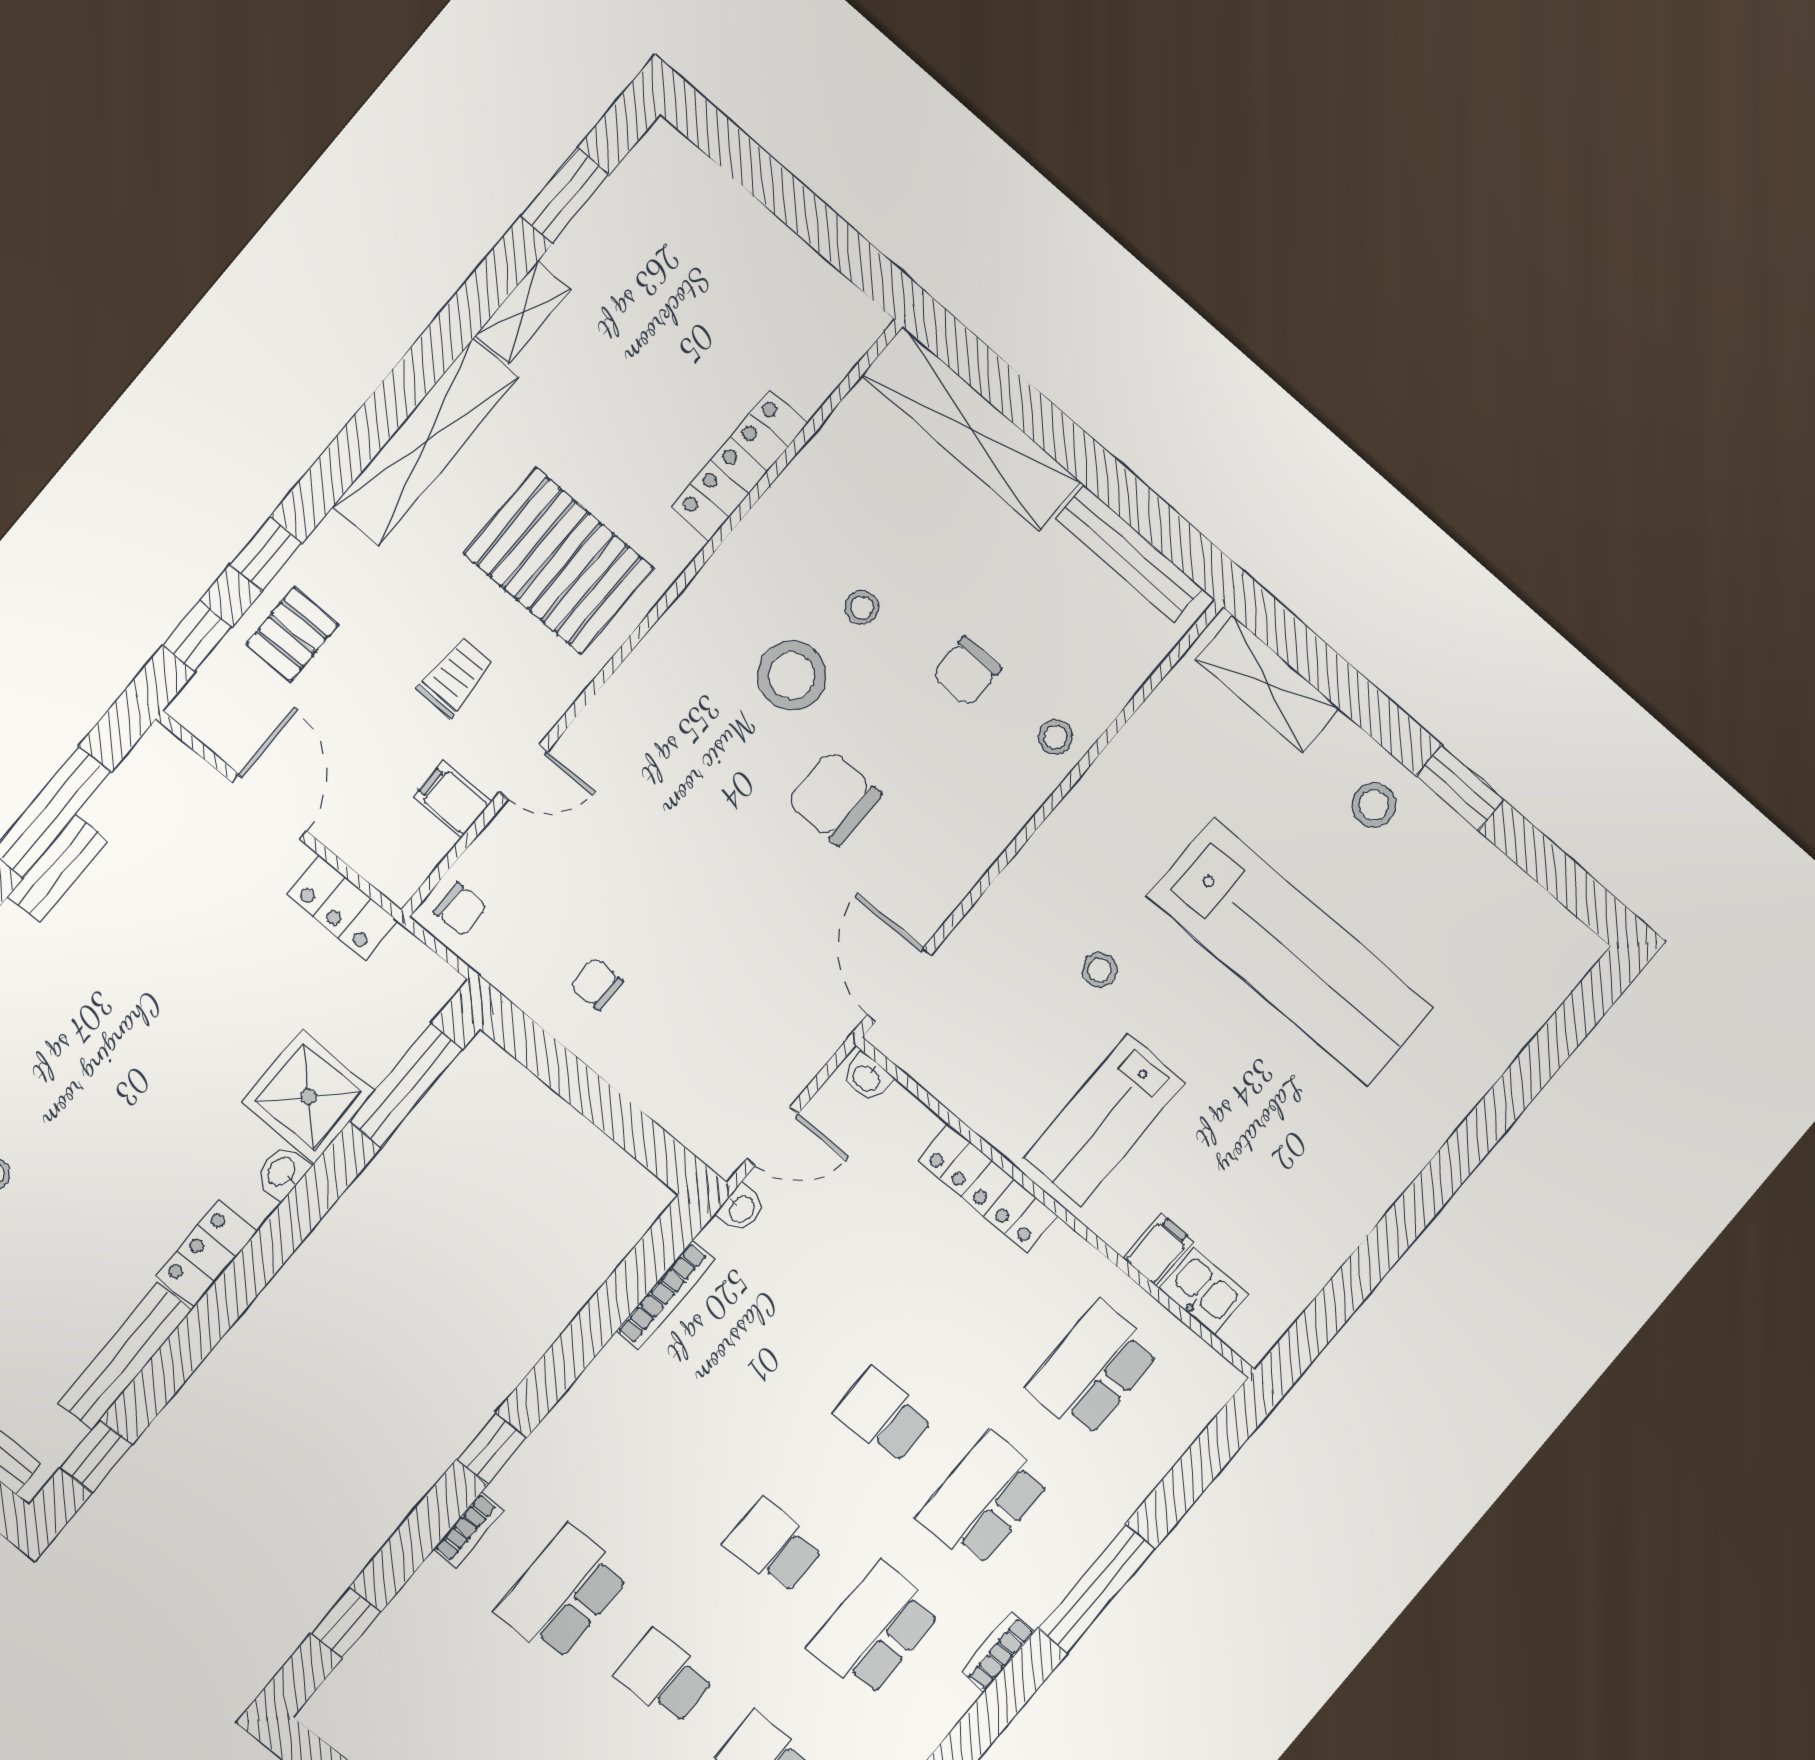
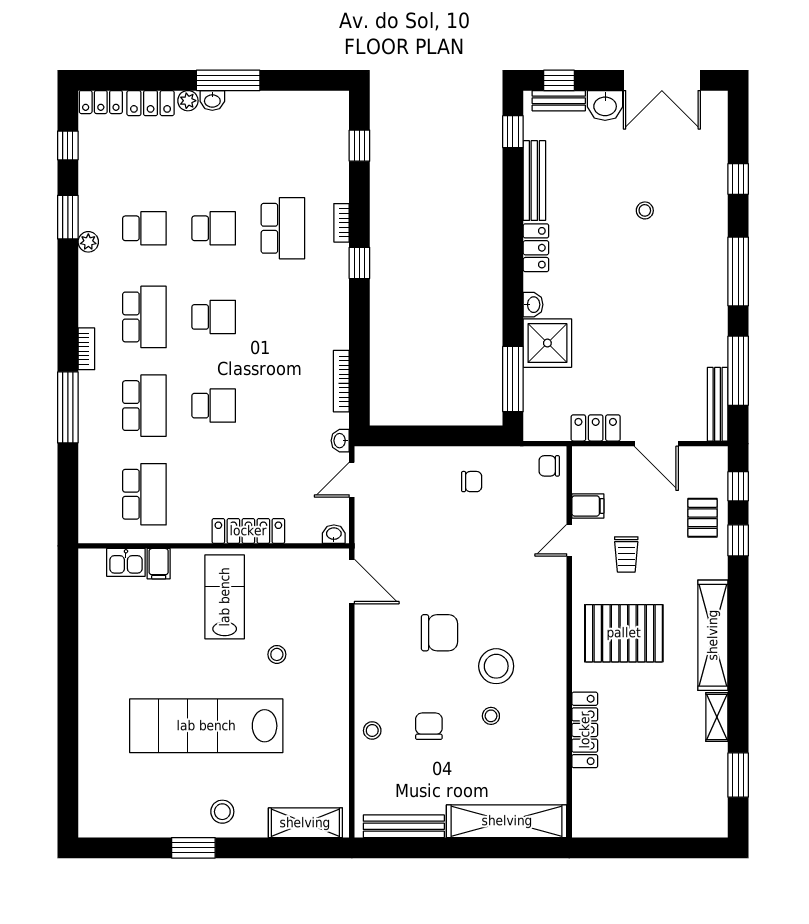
bench: (58, 869) -> (718, 404), moved, width x1.36

